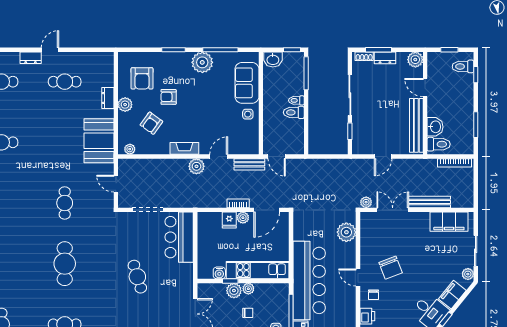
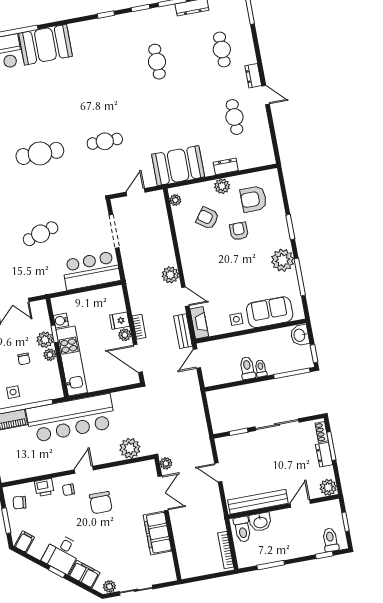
fireplace: (184, 148) -> (199, 323), moved
bench: (429, 202) -> (179, 531), removed
filing cabinet: (449, 222) -> (157, 533), moved
chair: (391, 268) -> (101, 503), turned -69

